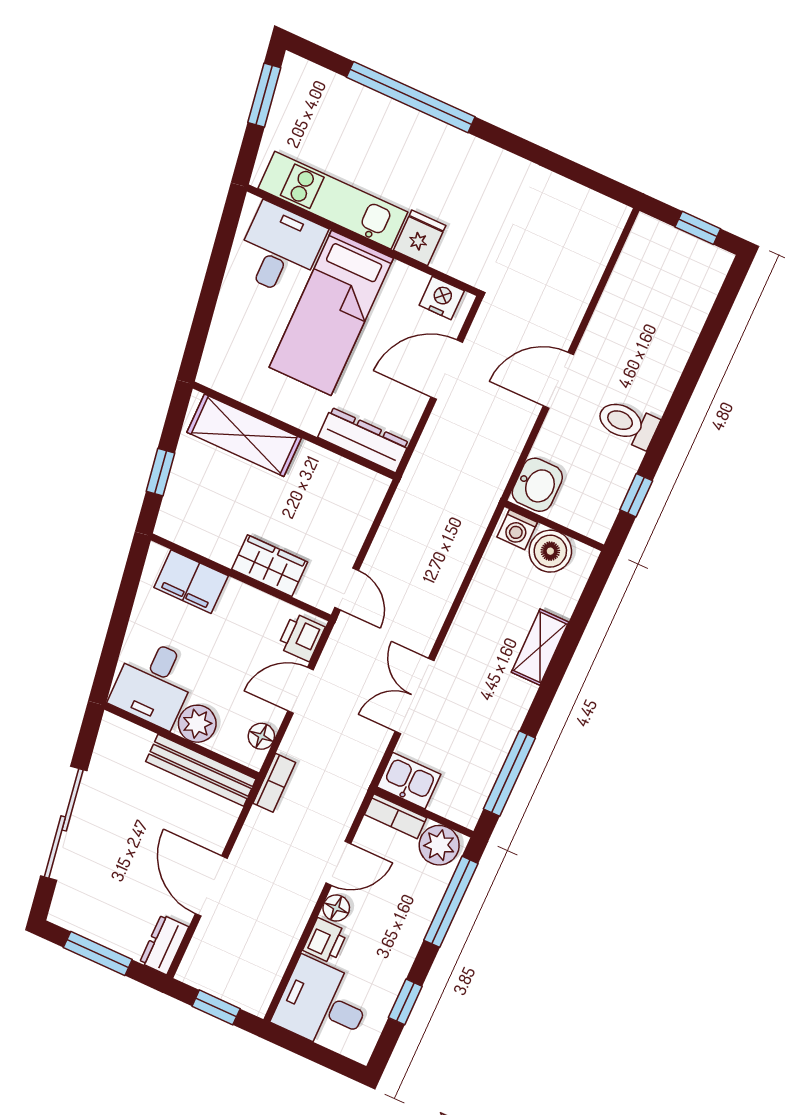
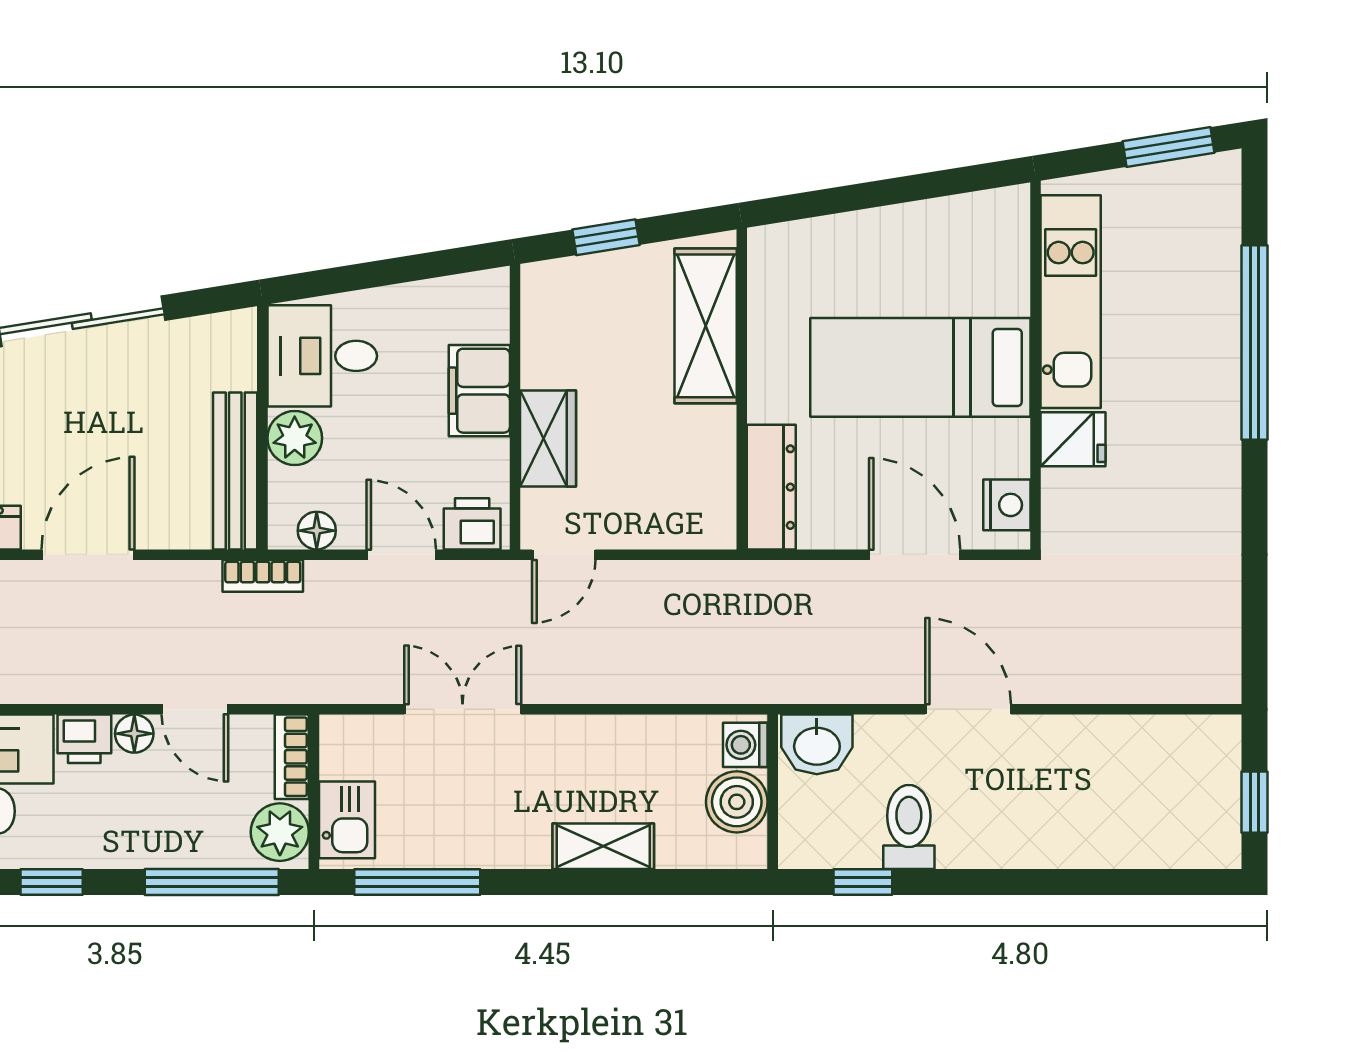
desk: (280, 249) -> (973, 261), removed
toilet: (627, 423) -> (909, 827), moved
filing cabinet: (191, 582) -> (479, 391), moved
kitchen sink: (409, 781) -> (347, 820), moved

